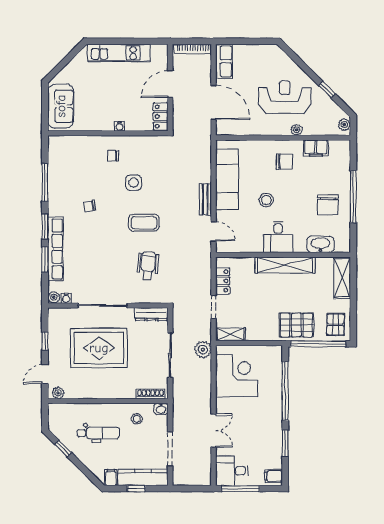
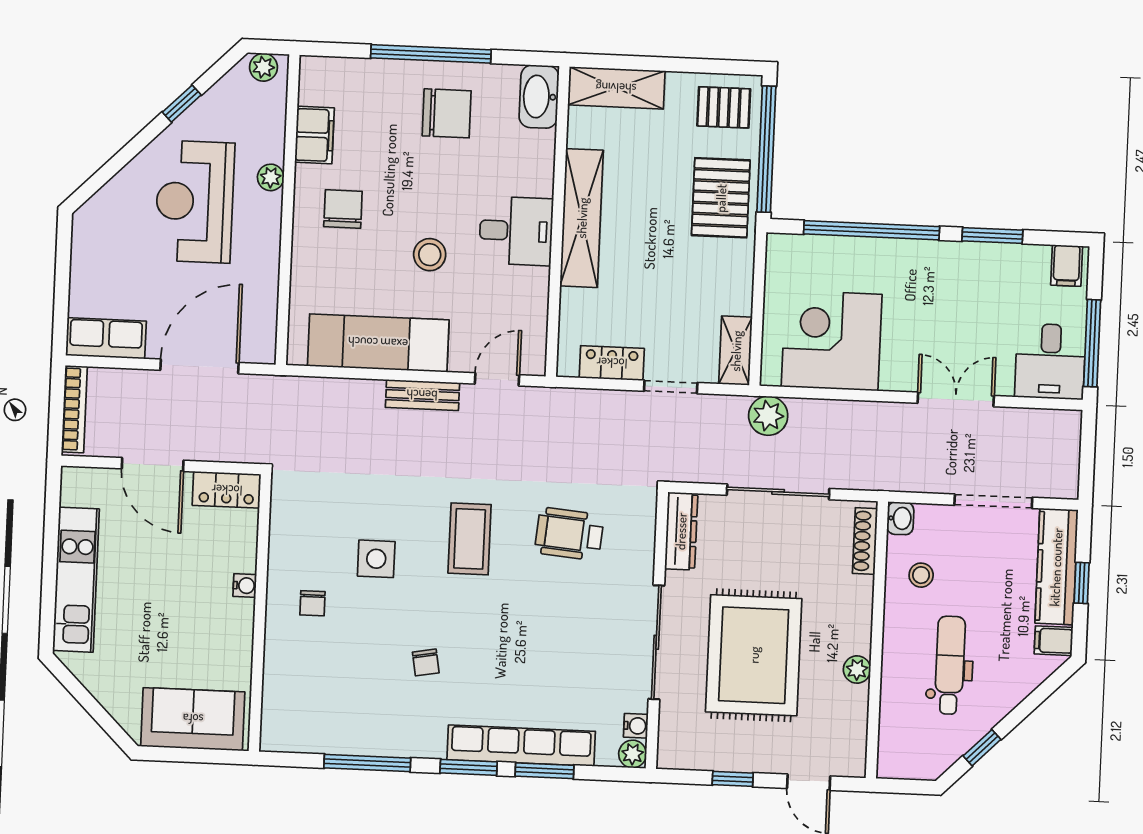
washbasin: (320, 244) -> (539, 97), moved
plant: (58, 393) -> (857, 670), moved

